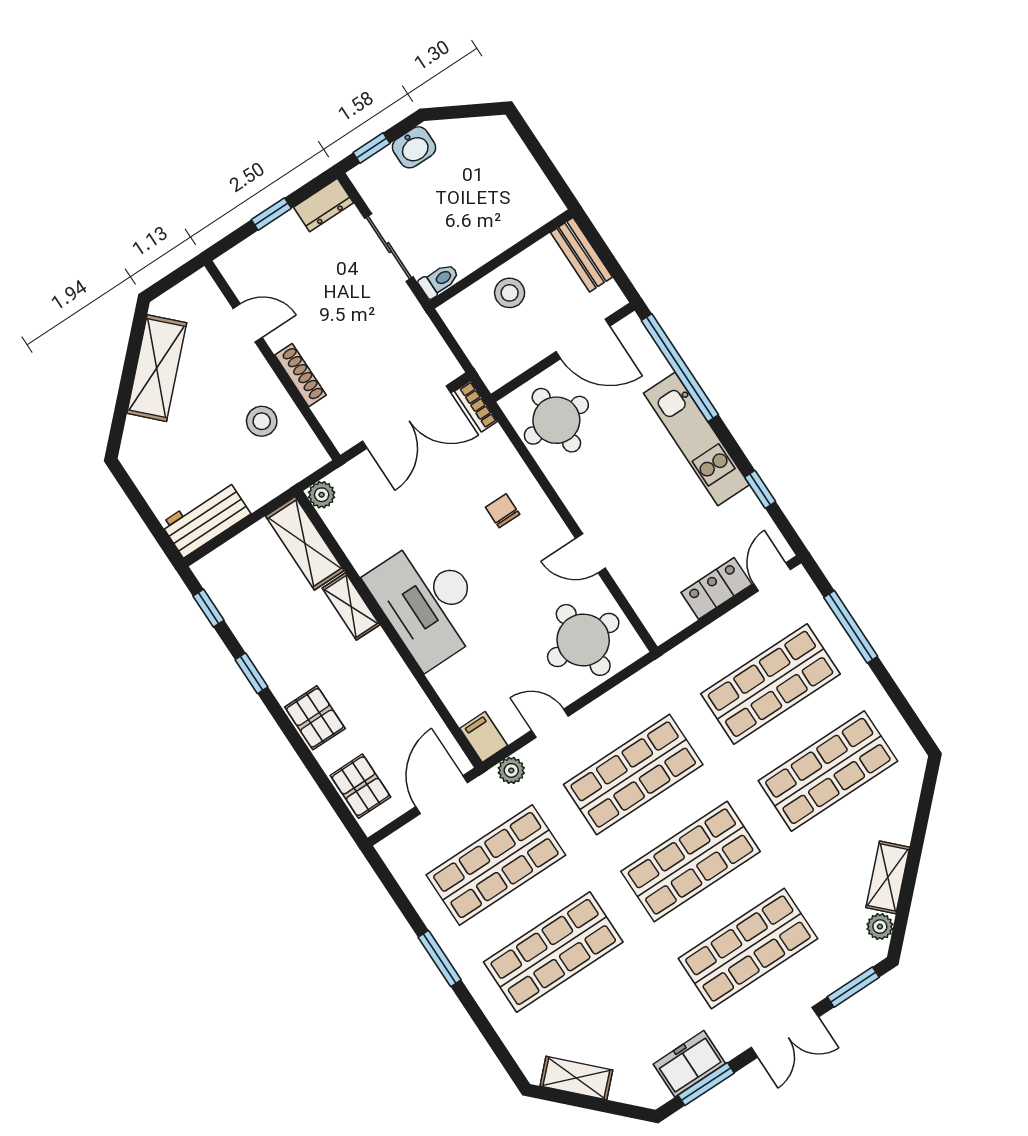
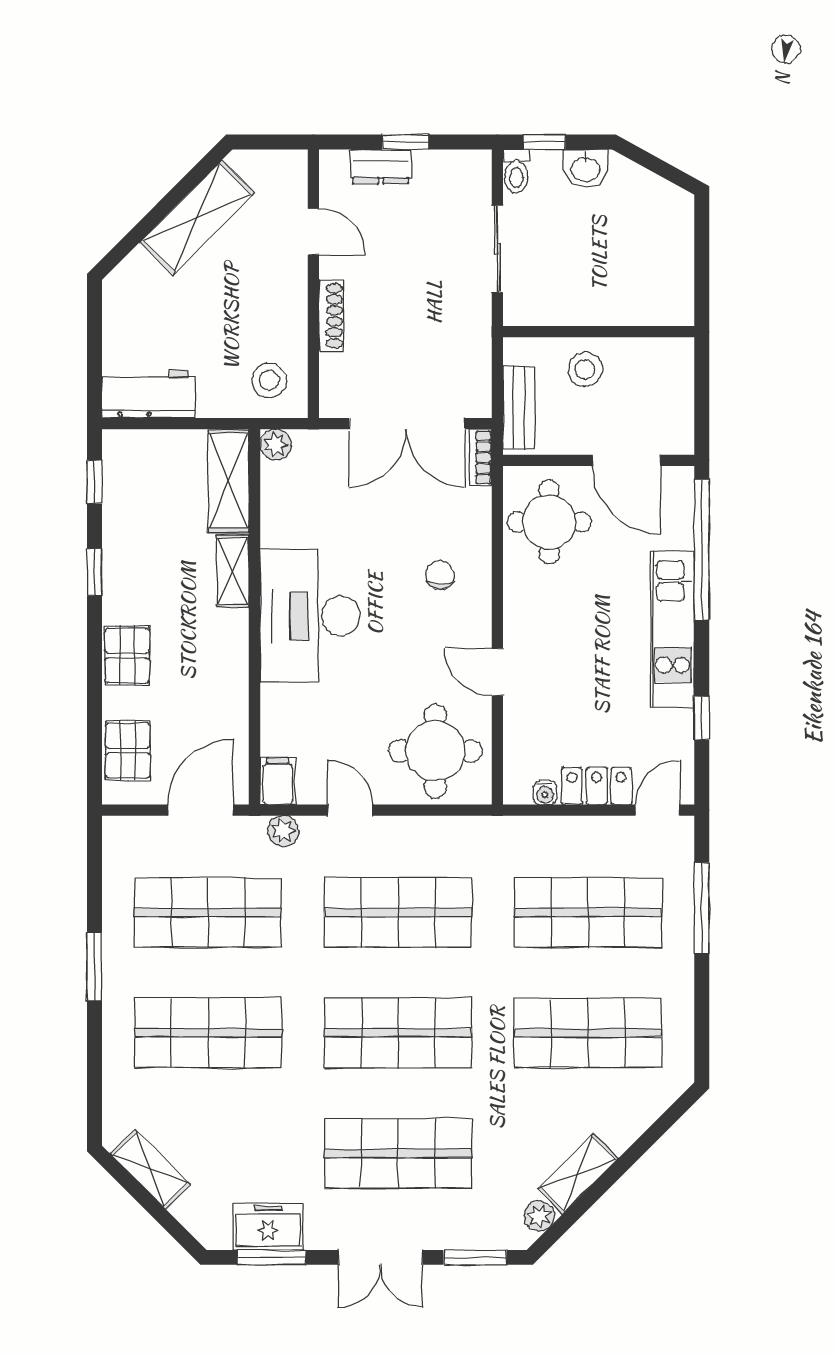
dresser: (324, 205) -> (381, 167), moved
bench: (581, 255) -> (519, 408), moved
toilet: (439, 280) -> (516, 171), moved, turned 90
stool: (262, 421) -> (269, 380), moved
water cooler: (682, 618) -> (545, 793), added

